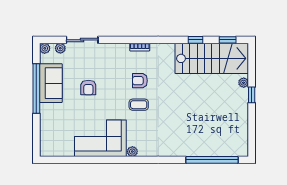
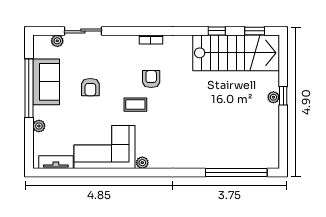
plant: (45, 48) -> (39, 126), moved
armchair: (140, 81) -> (151, 79), turned 90
plant: (244, 83) -> (273, 97), moved
coffee table: (139, 105) -> (135, 105), moved
tv unit: (59, 151) -> (56, 162), added

